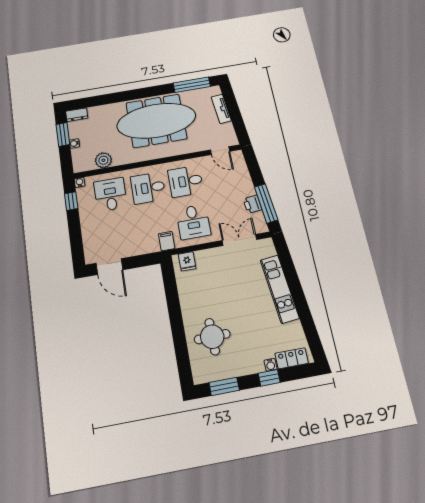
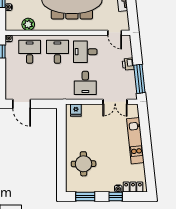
desk: (148, 188) -> (57, 52), turned 90
printer: (252, 204) -> (128, 64), moved
double door: (239, 240) -> (115, 102), swing flipped
filing cabinet: (167, 241) -> (64, 93), removed

